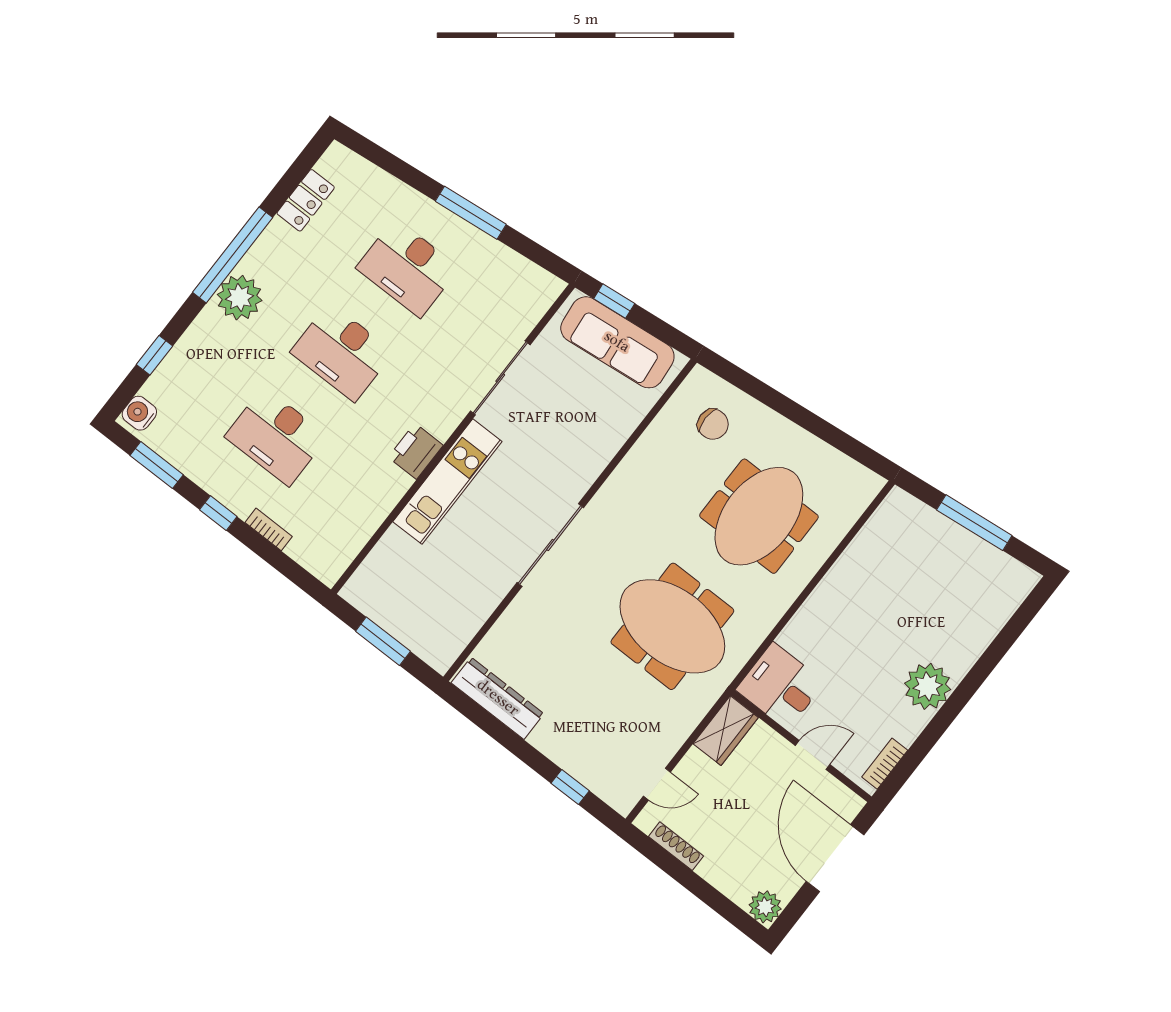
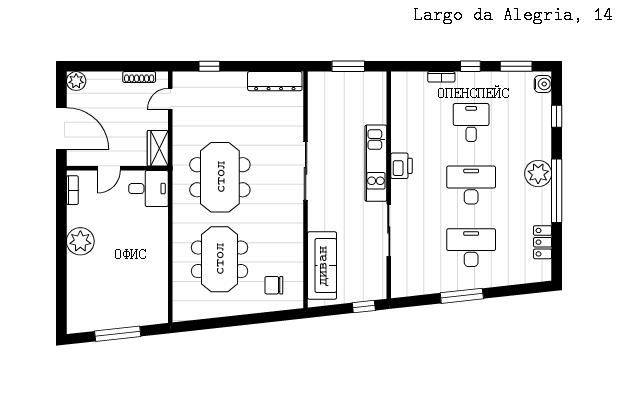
sofa: (617, 342) -> (322, 266), moved, turned 96
desk: (276, 437) -> (471, 122), width x0.73
meeting table: (672, 626) -> (220, 177), turned 90

